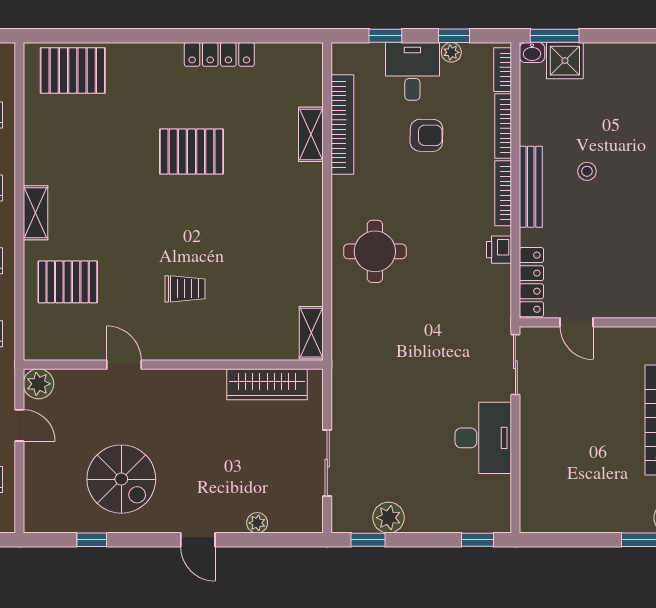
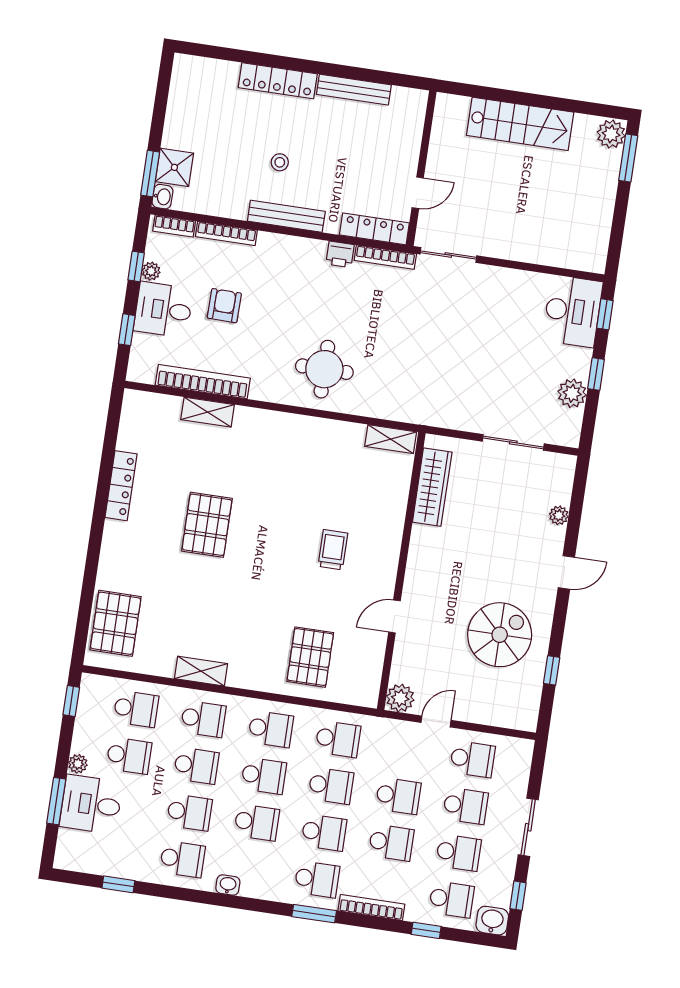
bookcase: (503, 193) -> (385, 257), moved
shelving: (36, 213) -> (201, 671), moved
desk: (483, 438) -> (573, 311), moved, turned 90
window: (368, 540) -> (596, 374), moved

